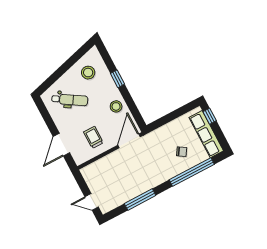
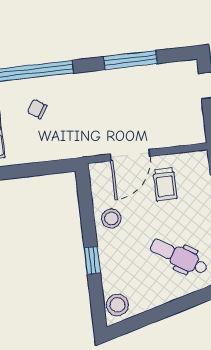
stool: (88, 73) -> (117, 305), moved
door: (129, 141) -> (130, 155), moved

